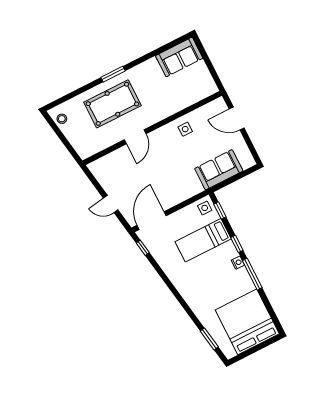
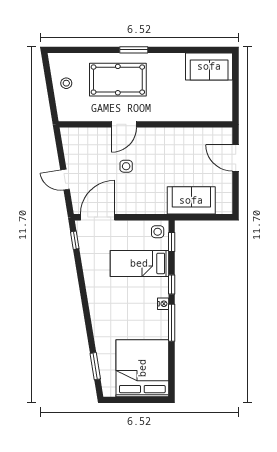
stool: (62, 119) -> (66, 83), moved
side table: (185, 129) -> (126, 166), moved

